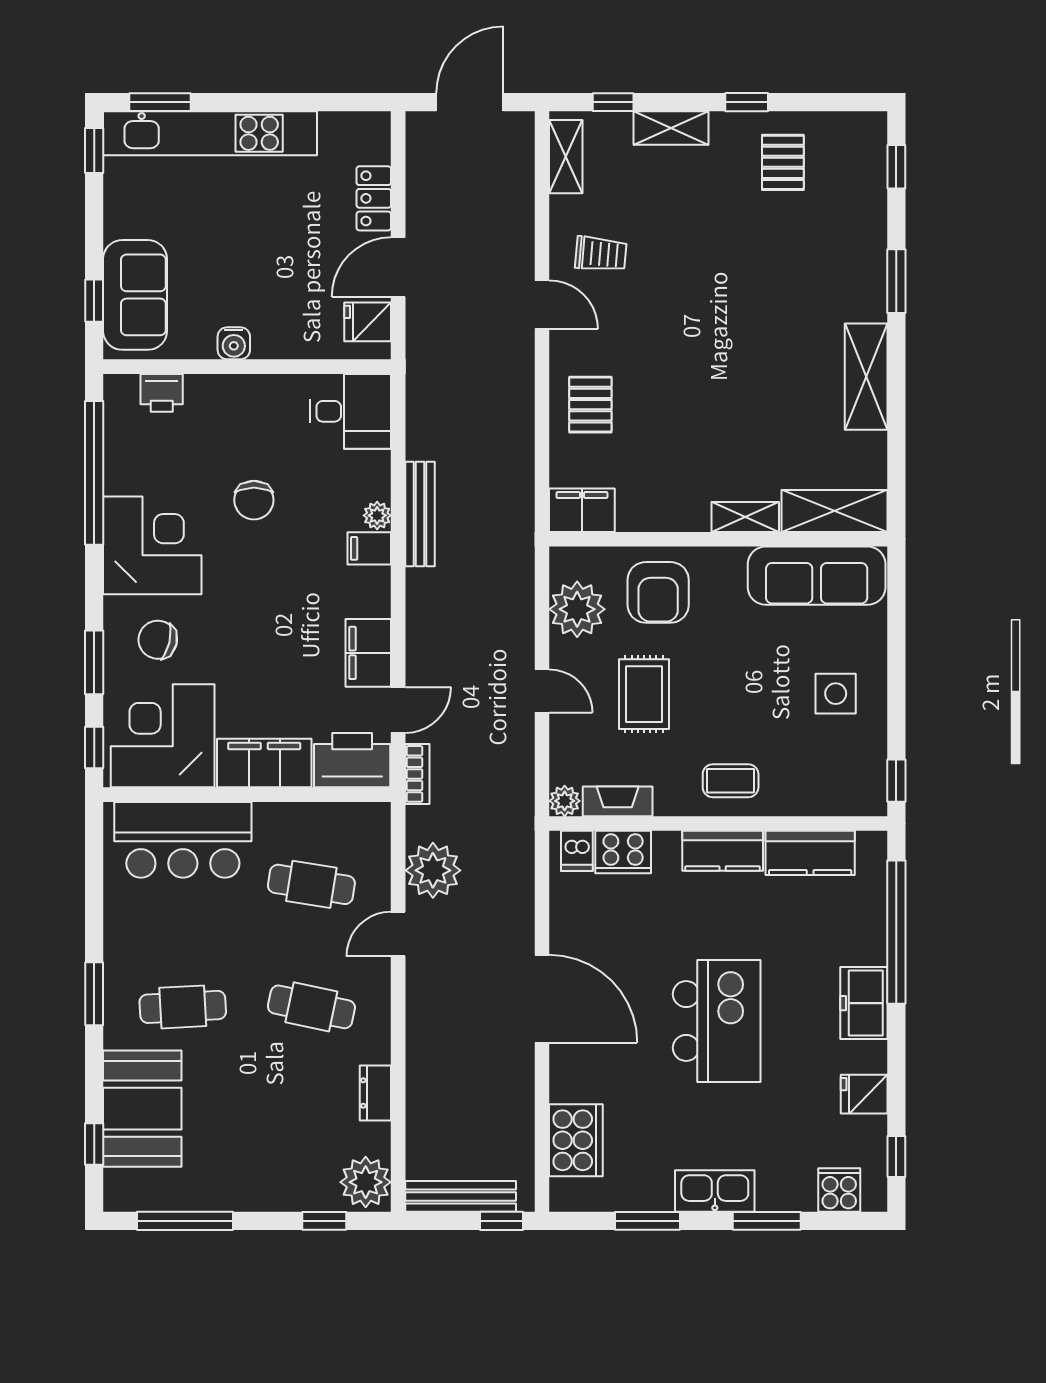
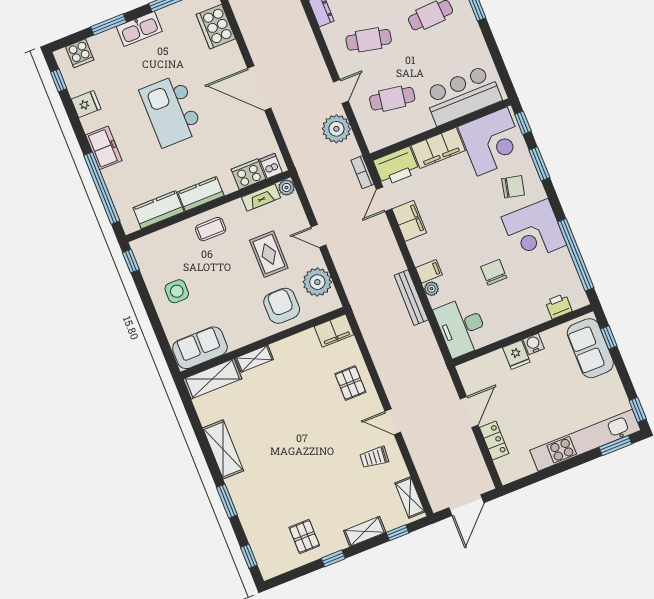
fridge: (368, 322) -> (516, 355), moved, turned 90
desk: (351, 411) -> (462, 327), width x1.37
sofa: (817, 576) -> (200, 348), width x0.73

